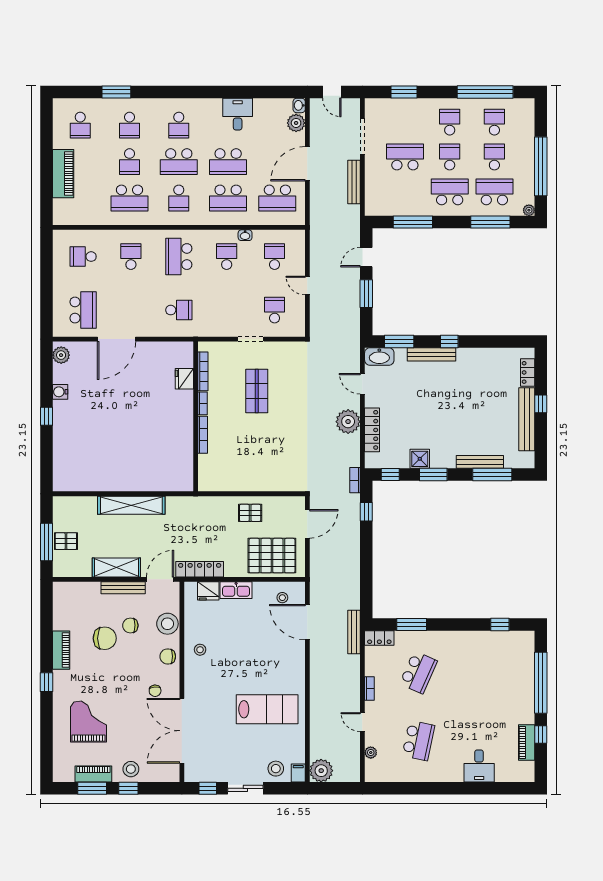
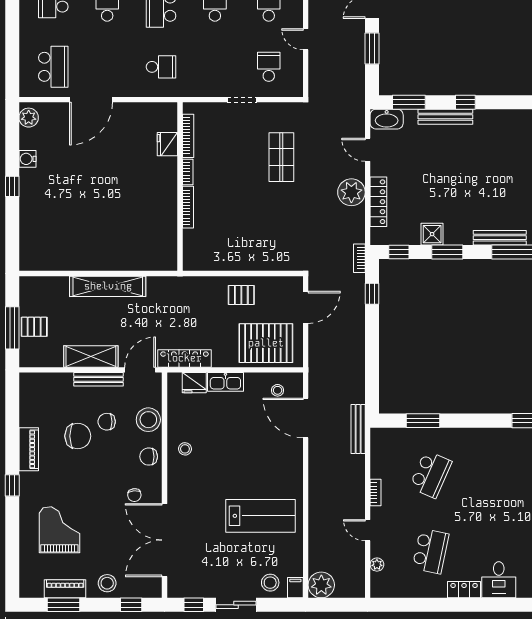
shop shelf: (257, 391) -> (281, 157), moved
locker: (379, 638) -> (464, 590), moved, turned 180
window: (128, 788) -> (131, 605), moved

